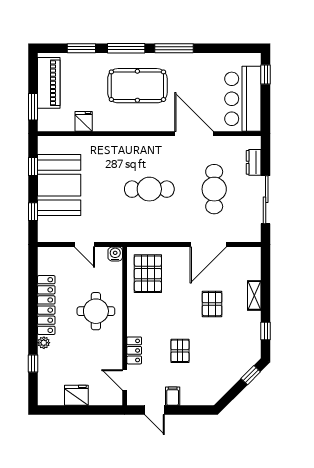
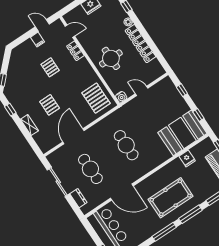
booth: (59, 185) -> (182, 133), moved, turned 90
cafe table: (149, 189) -> (126, 145), turned 90

